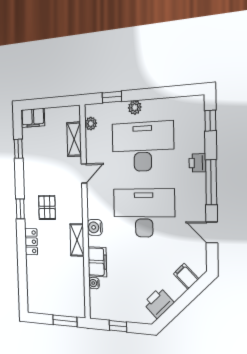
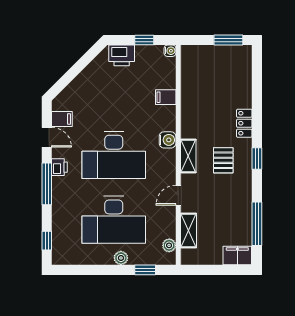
window: (18, 149) -> (257, 224), width x2.17
printer: (197, 163) -> (59, 167), moved
shelving: (77, 240) -> (188, 156), moved
filing cabinet: (97, 262) -> (166, 97), width x0.50
filing cabinet: (186, 276) -> (62, 119), moved, turned -45
water cooler: (94, 283) -> (170, 51), moved
printer: (159, 303) -> (122, 55), moved, turned 45
window: (65, 321) -> (228, 40), moved

